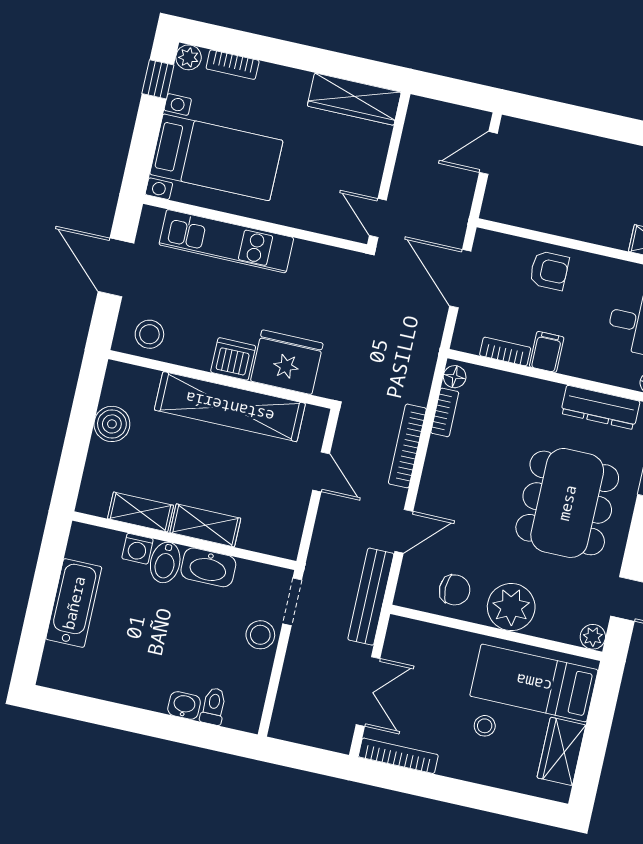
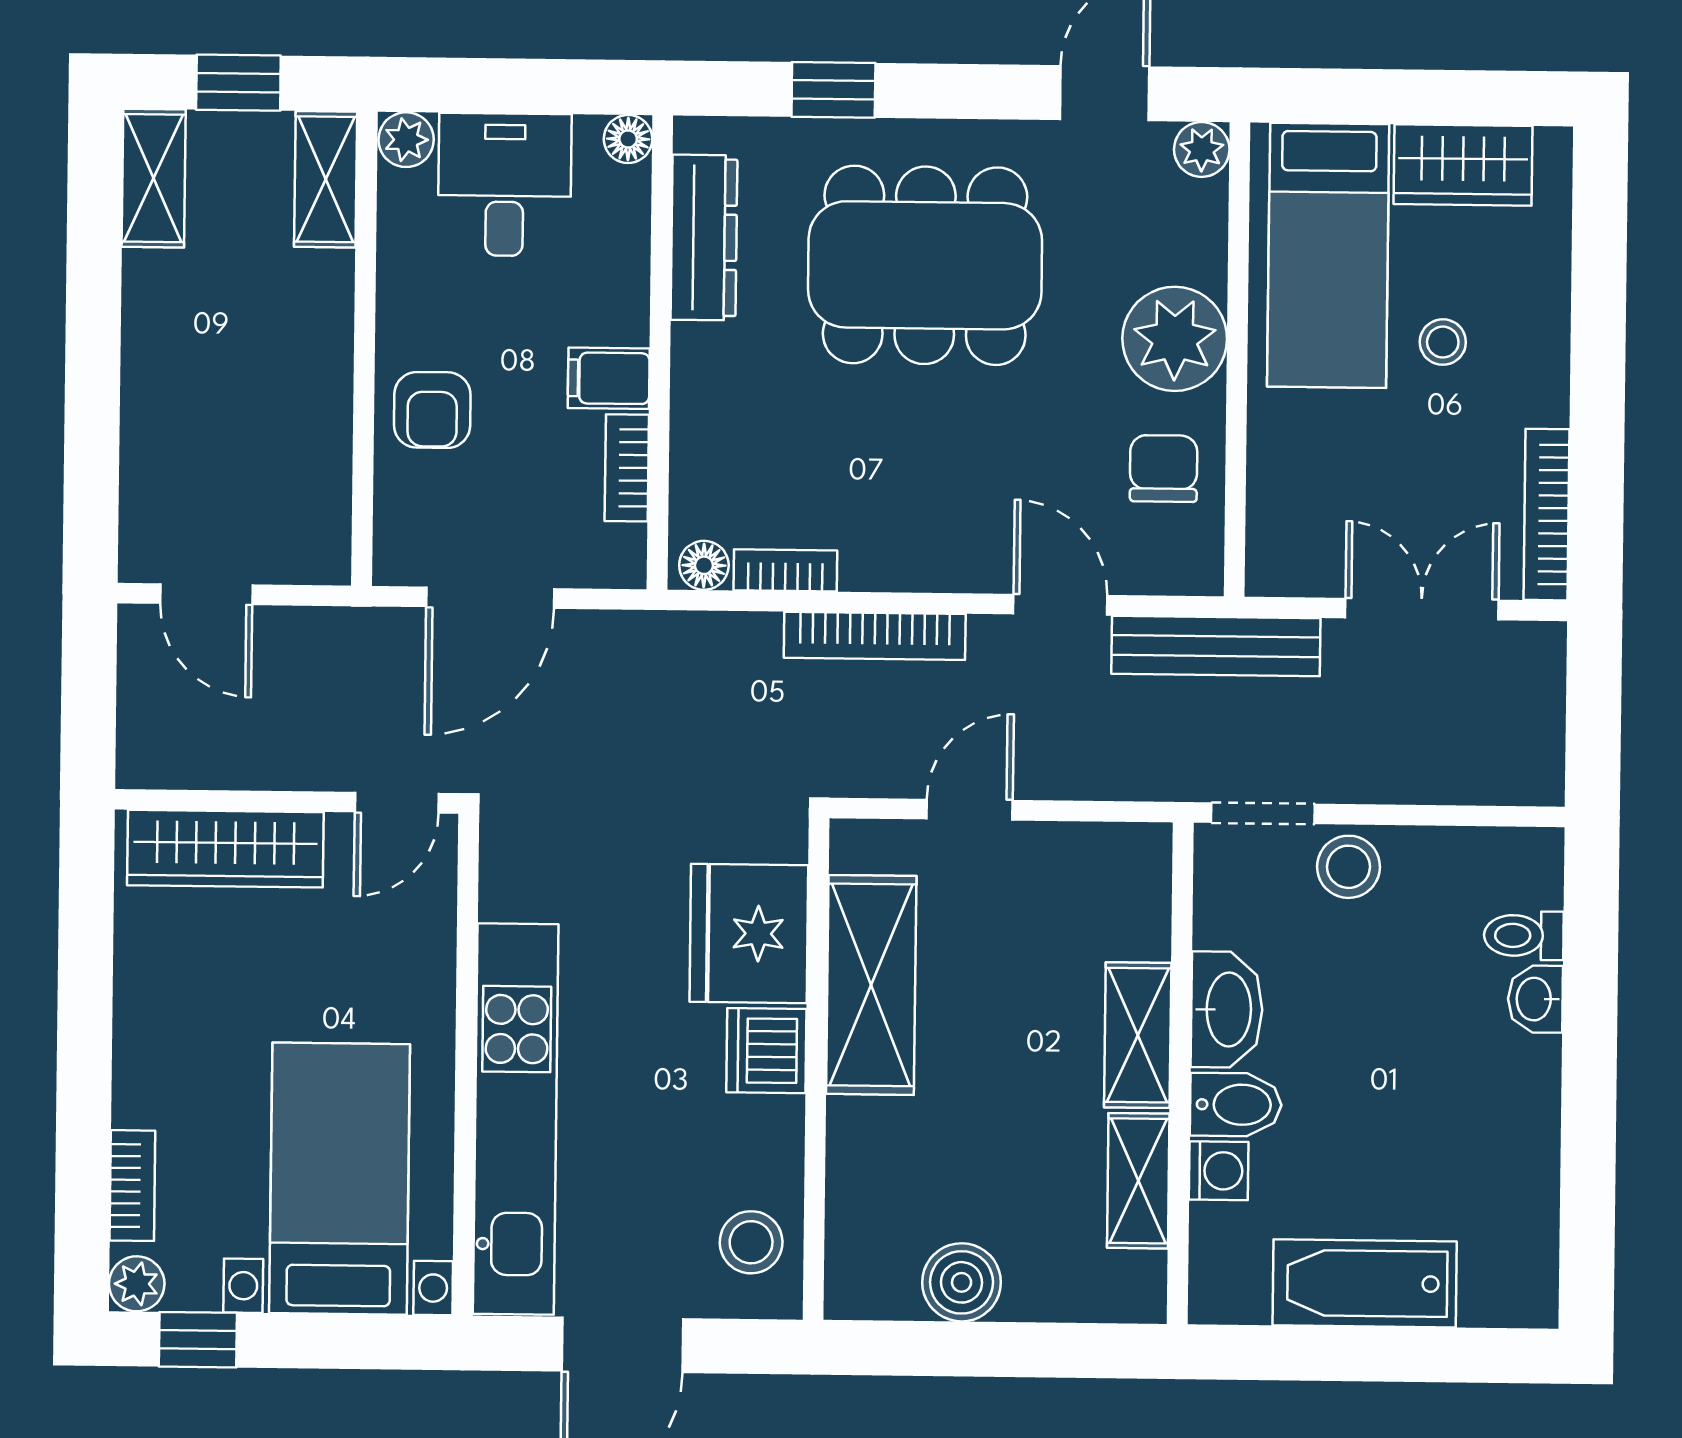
wardrobe: (354, 99) -> (225, 849), moved, turned 90
kitchen unit: (226, 241) -> (516, 1119), width x1.36
armchair: (549, 270) -> (432, 410), turned 180
shelving: (230, 407) -> (871, 985), width x0.68

